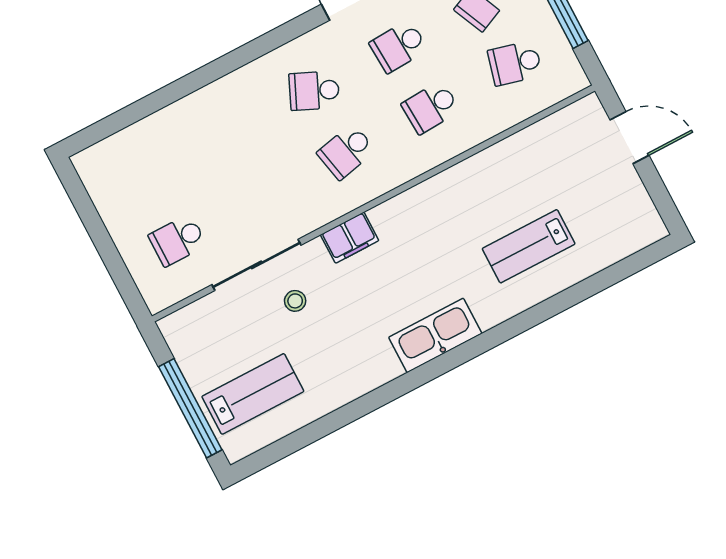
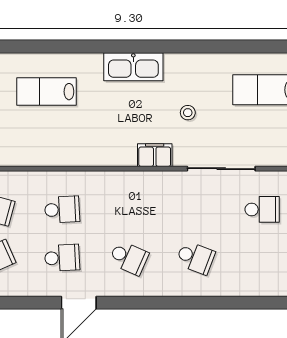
school desk: (346, 152) -> (195, 258), moved, turned 33
lab bench: (529, 246) -> (46, 92), turned 180
stool: (295, 301) -> (188, 113), moved

